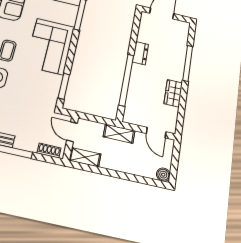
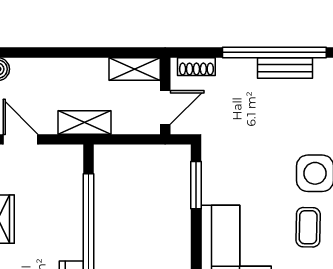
door: (72, 132) -> (165, 107), hinge flipped

